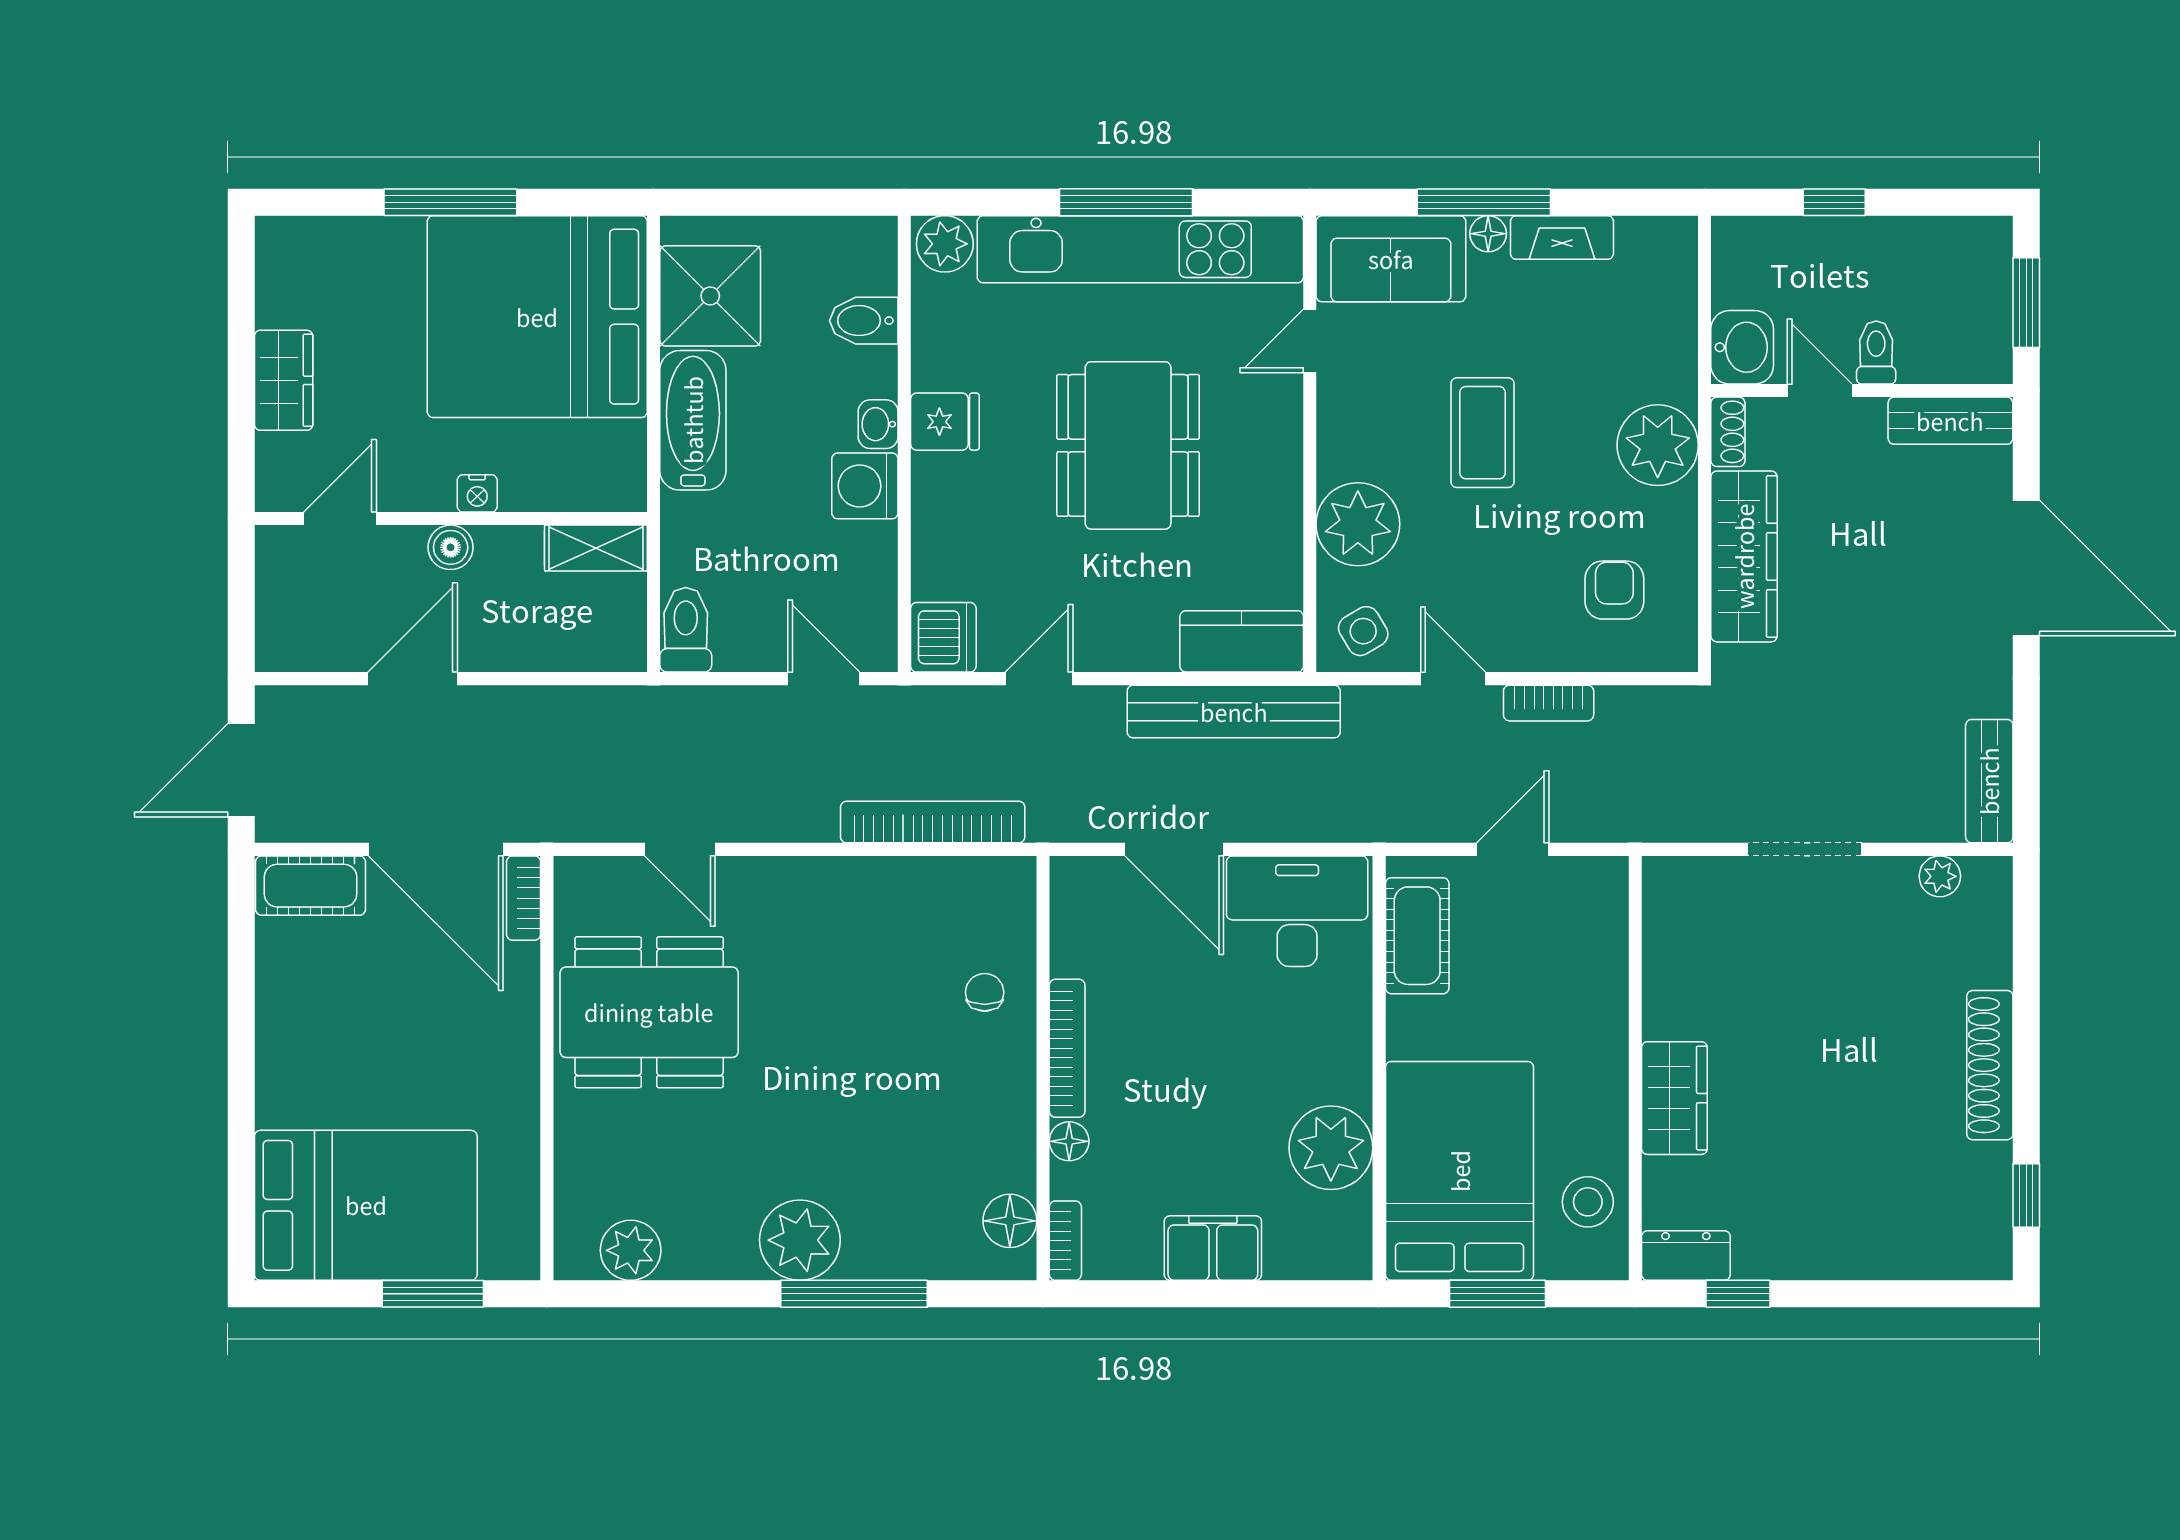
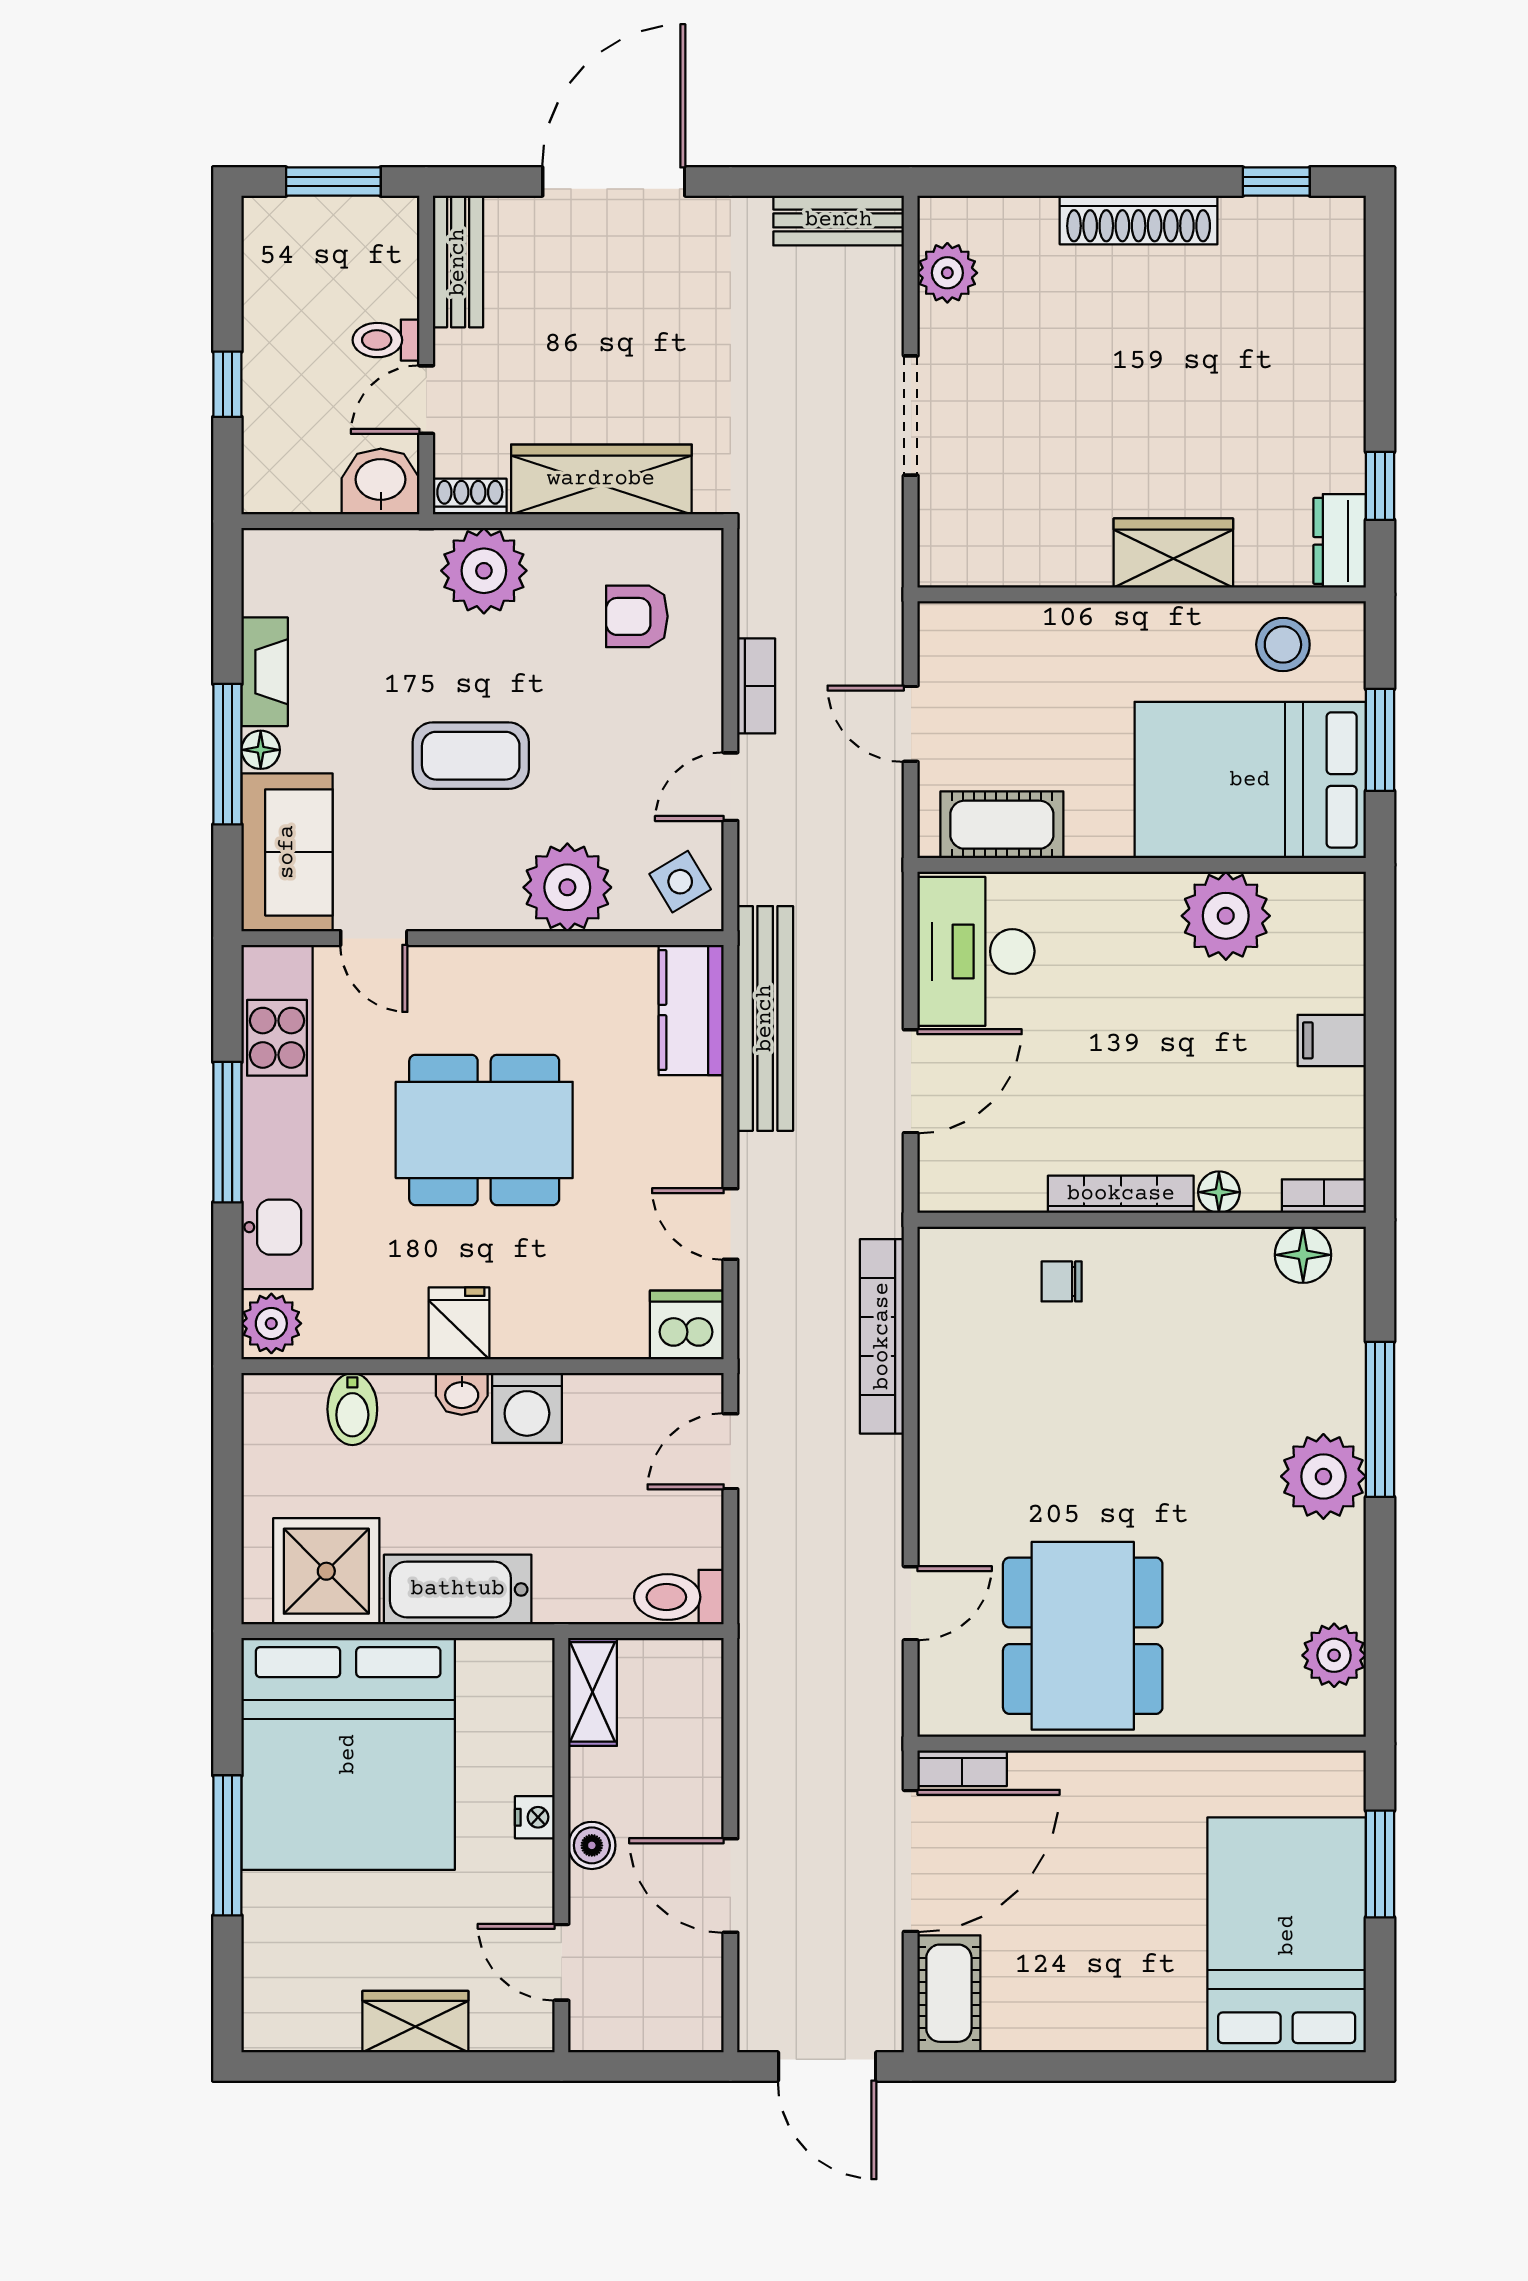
plant: (1940, 876) -> (947, 273), width x1.38, depth x1.38
filing cabinet: (1213, 1248) -> (1332, 1040), width x0.50

